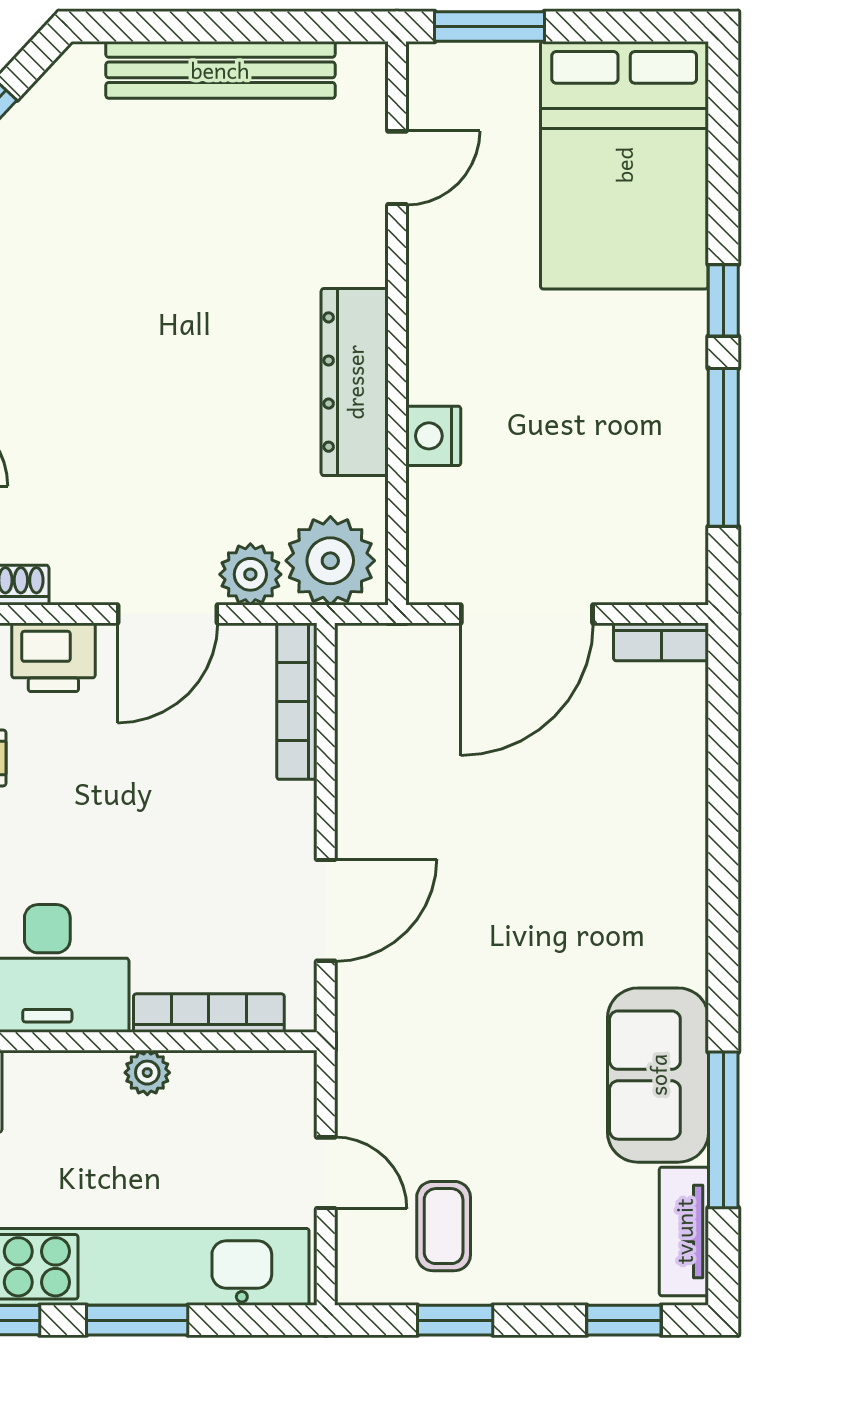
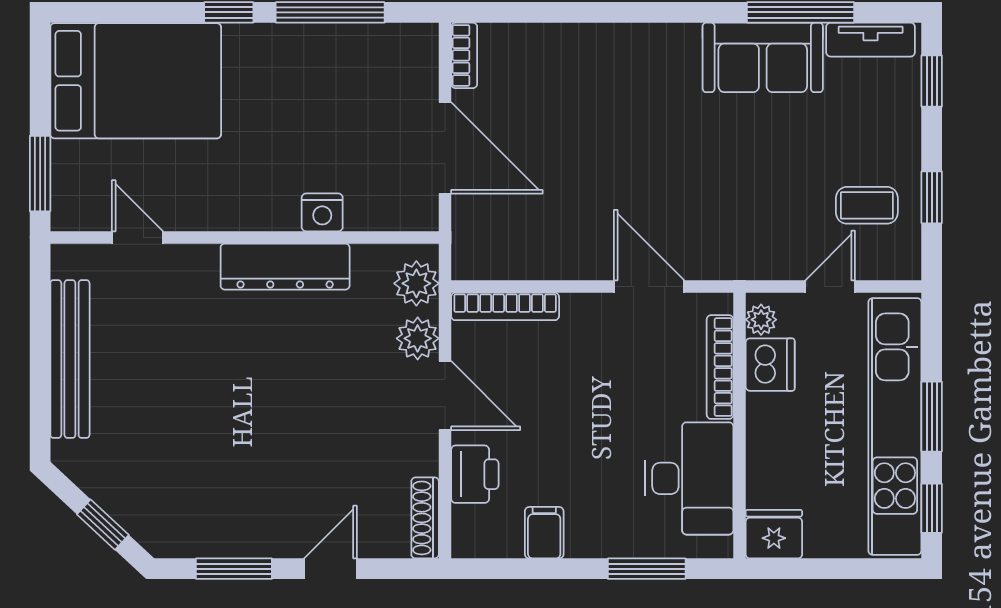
plant: (330, 561) -> (416, 283), width x0.73, depth x0.73
plant: (147, 1073) -> (761, 320), moved
dishwasher: (212, 1086) -> (770, 365), added

